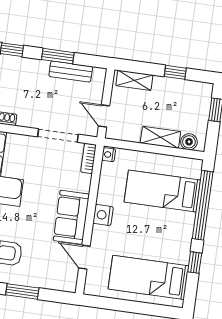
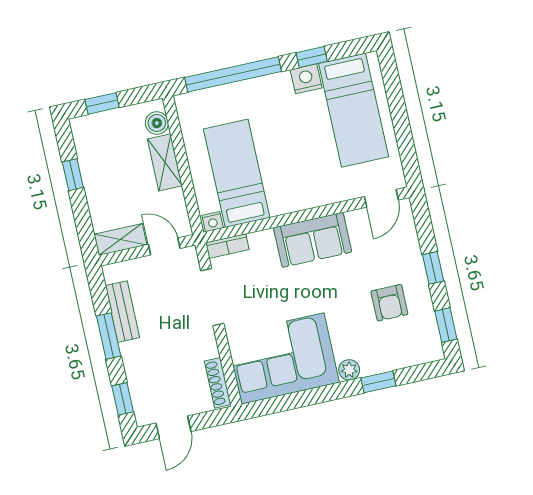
shelving: (134, 80) -> (120, 240), moved, turned 90
door: (104, 116) -> (164, 246), swing flipped
bed: (162, 191) -> (237, 173), moved, turned 180
nightstand: (103, 215) -> (306, 79), moved, turned 180
door: (84, 257) -> (381, 198), moved
window: (22, 291) -> (433, 268), width x0.67

